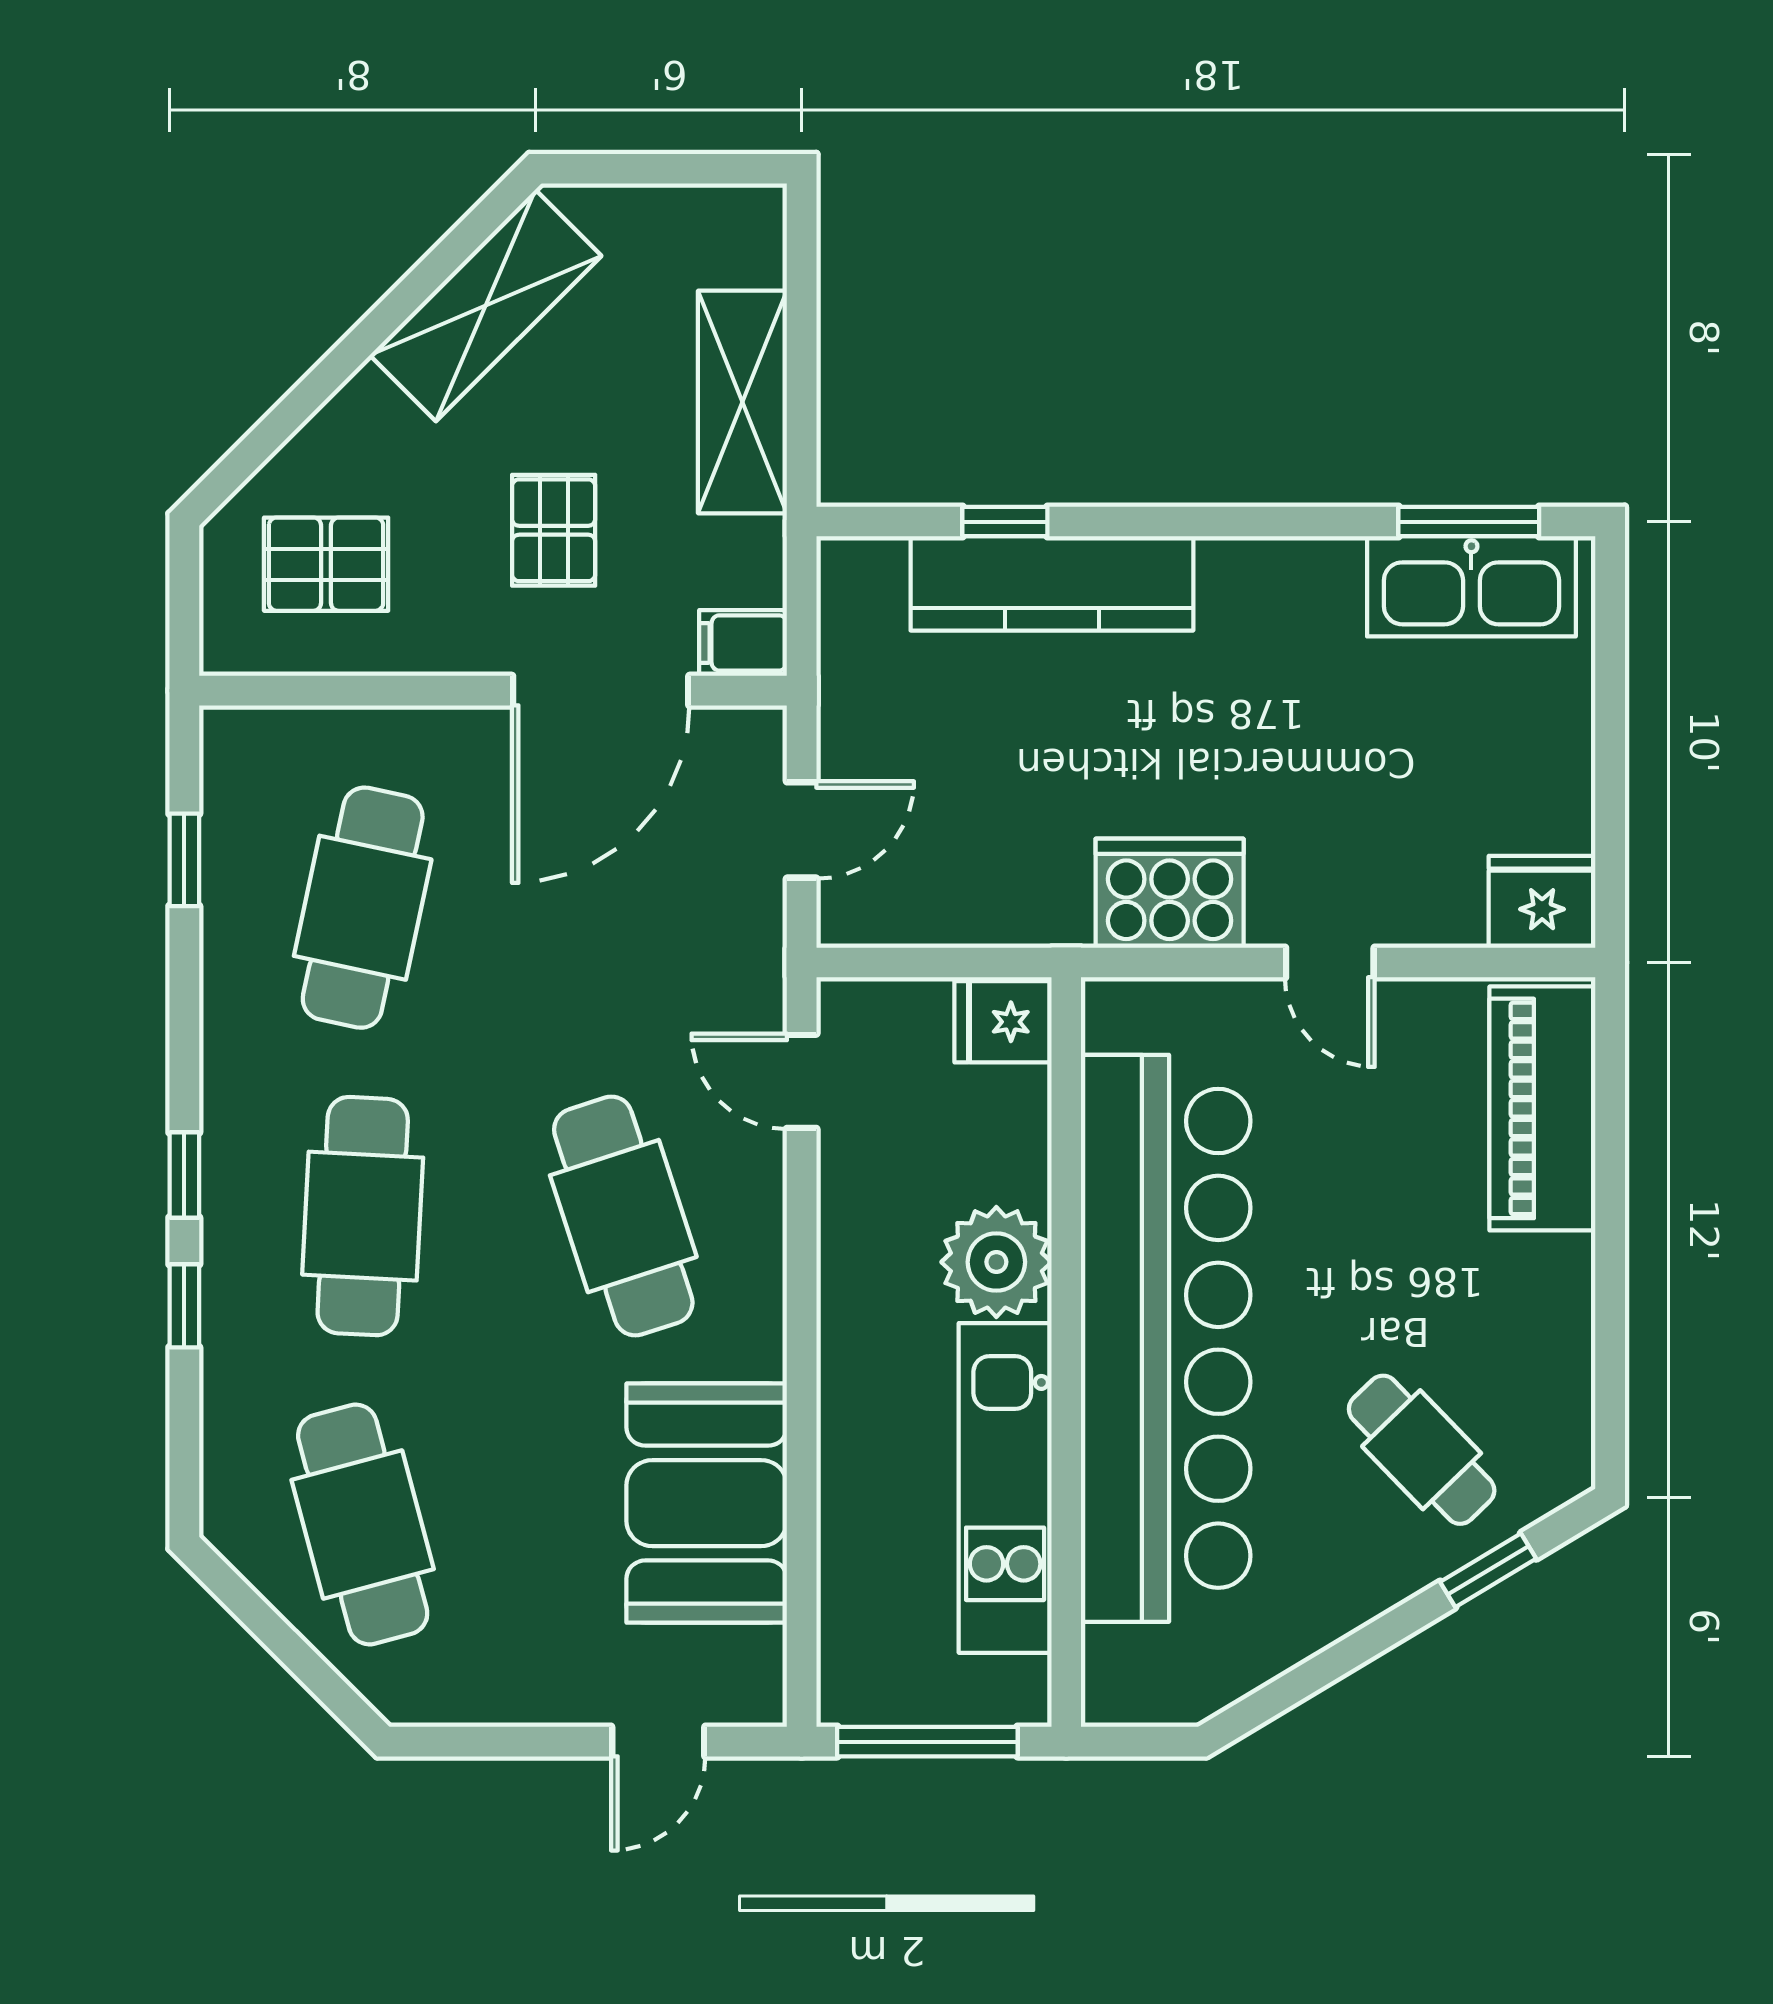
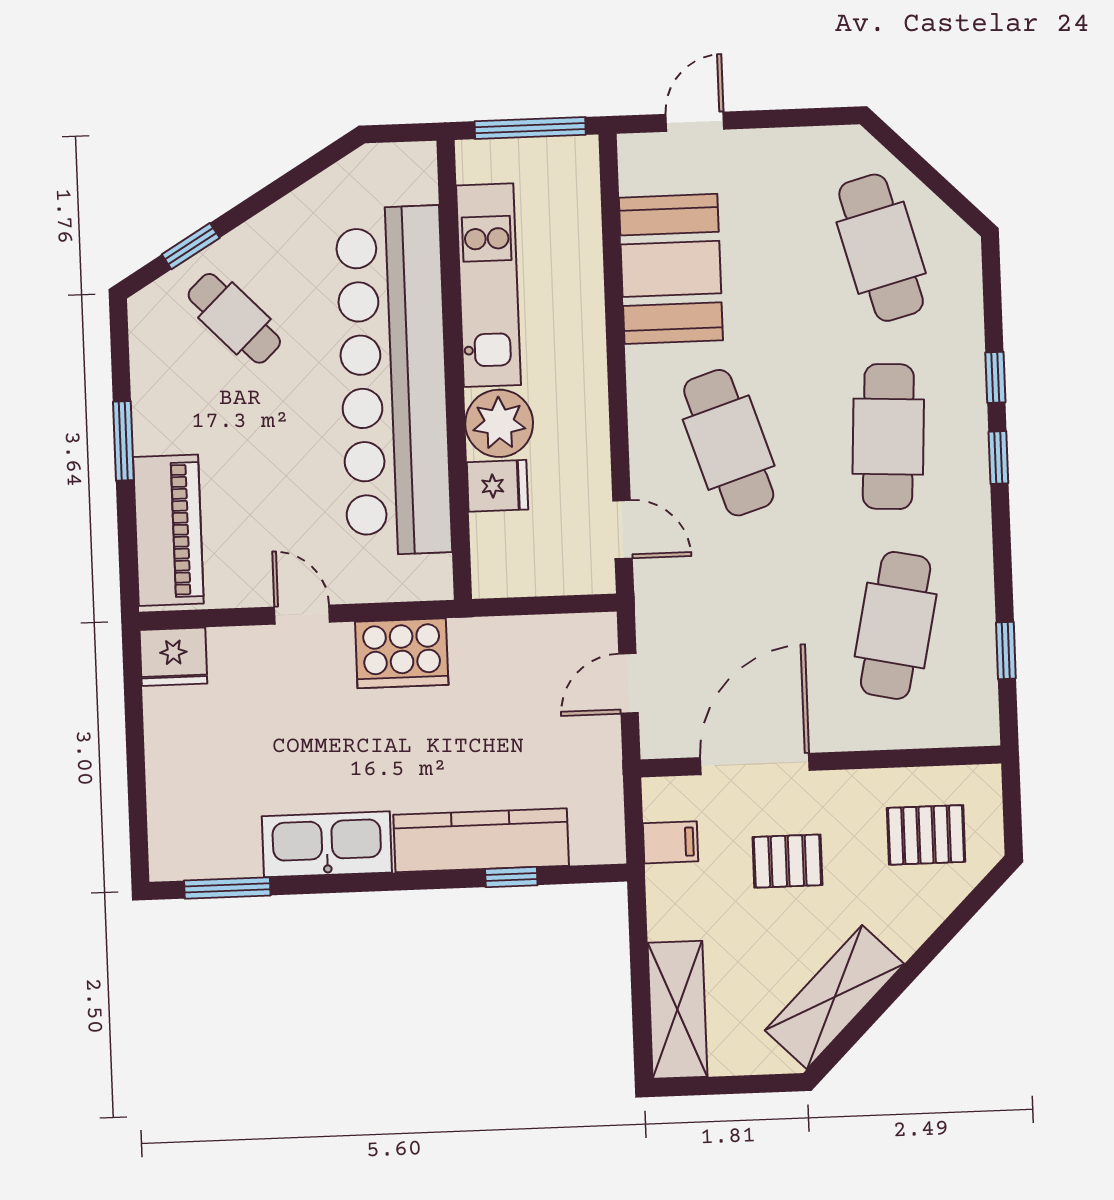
shelving: (742, 402) -> (677, 1010), moved
pallet: (554, 530) -> (787, 861), turned 90
kitchen sink: (1471, 586) -> (327, 844), moved
filing cabinet: (743, 643) -> (671, 842), moved
fridge: (1003, 1022) -> (497, 486), moved
window: (1610, 1257) -> (123, 441), added

